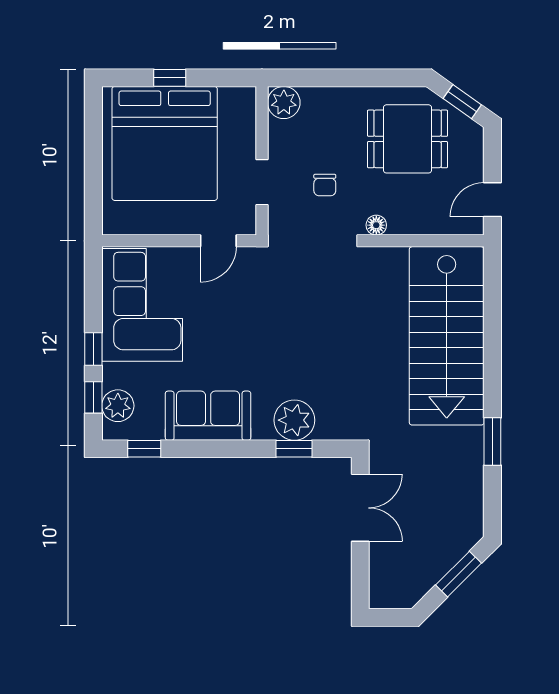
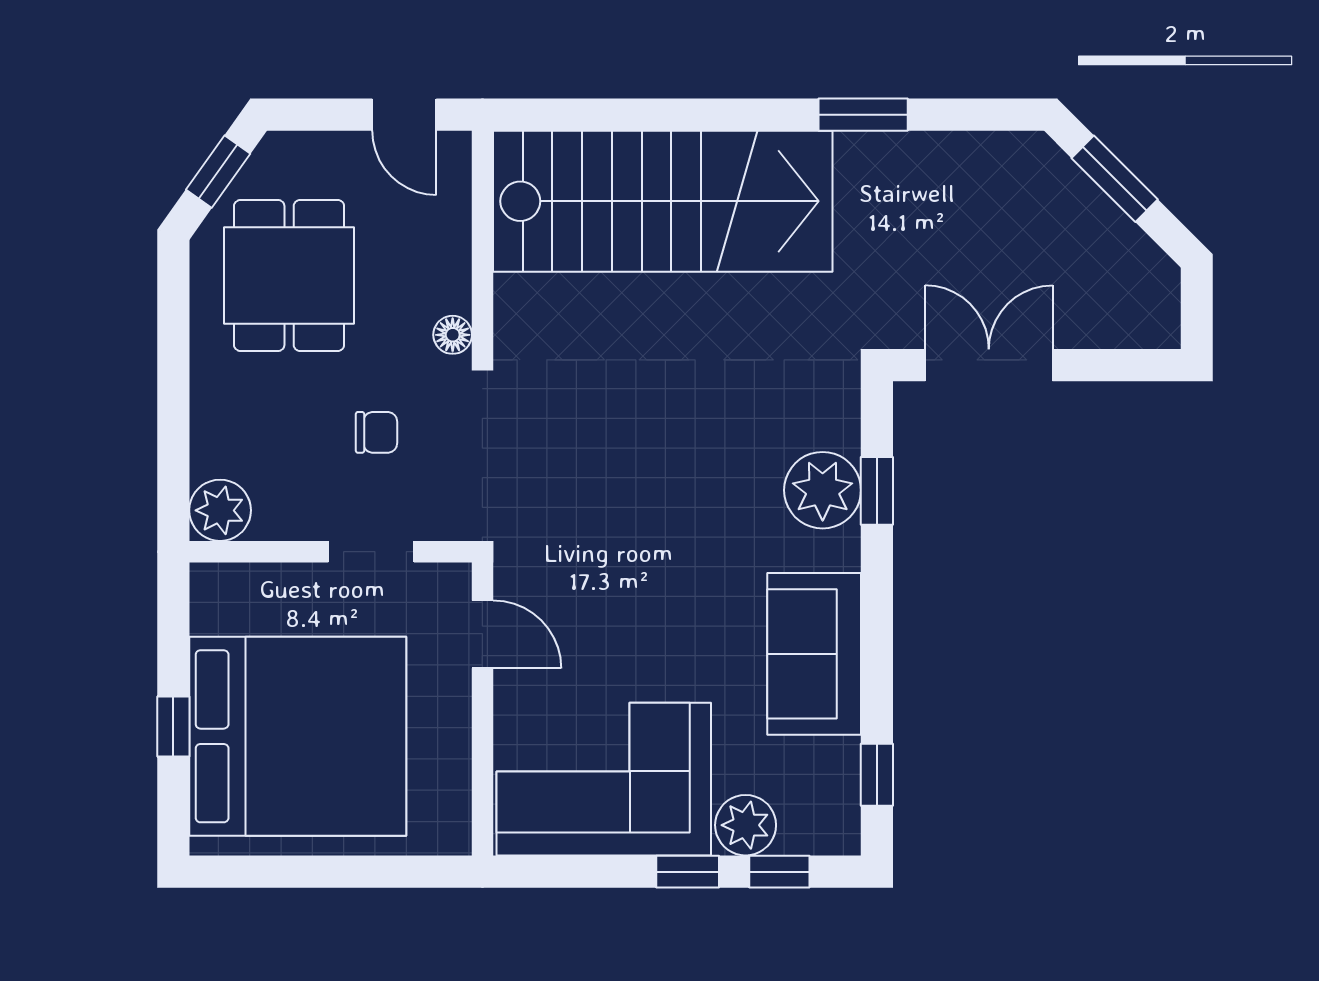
plant: (118, 406) -> (746, 825), moved

